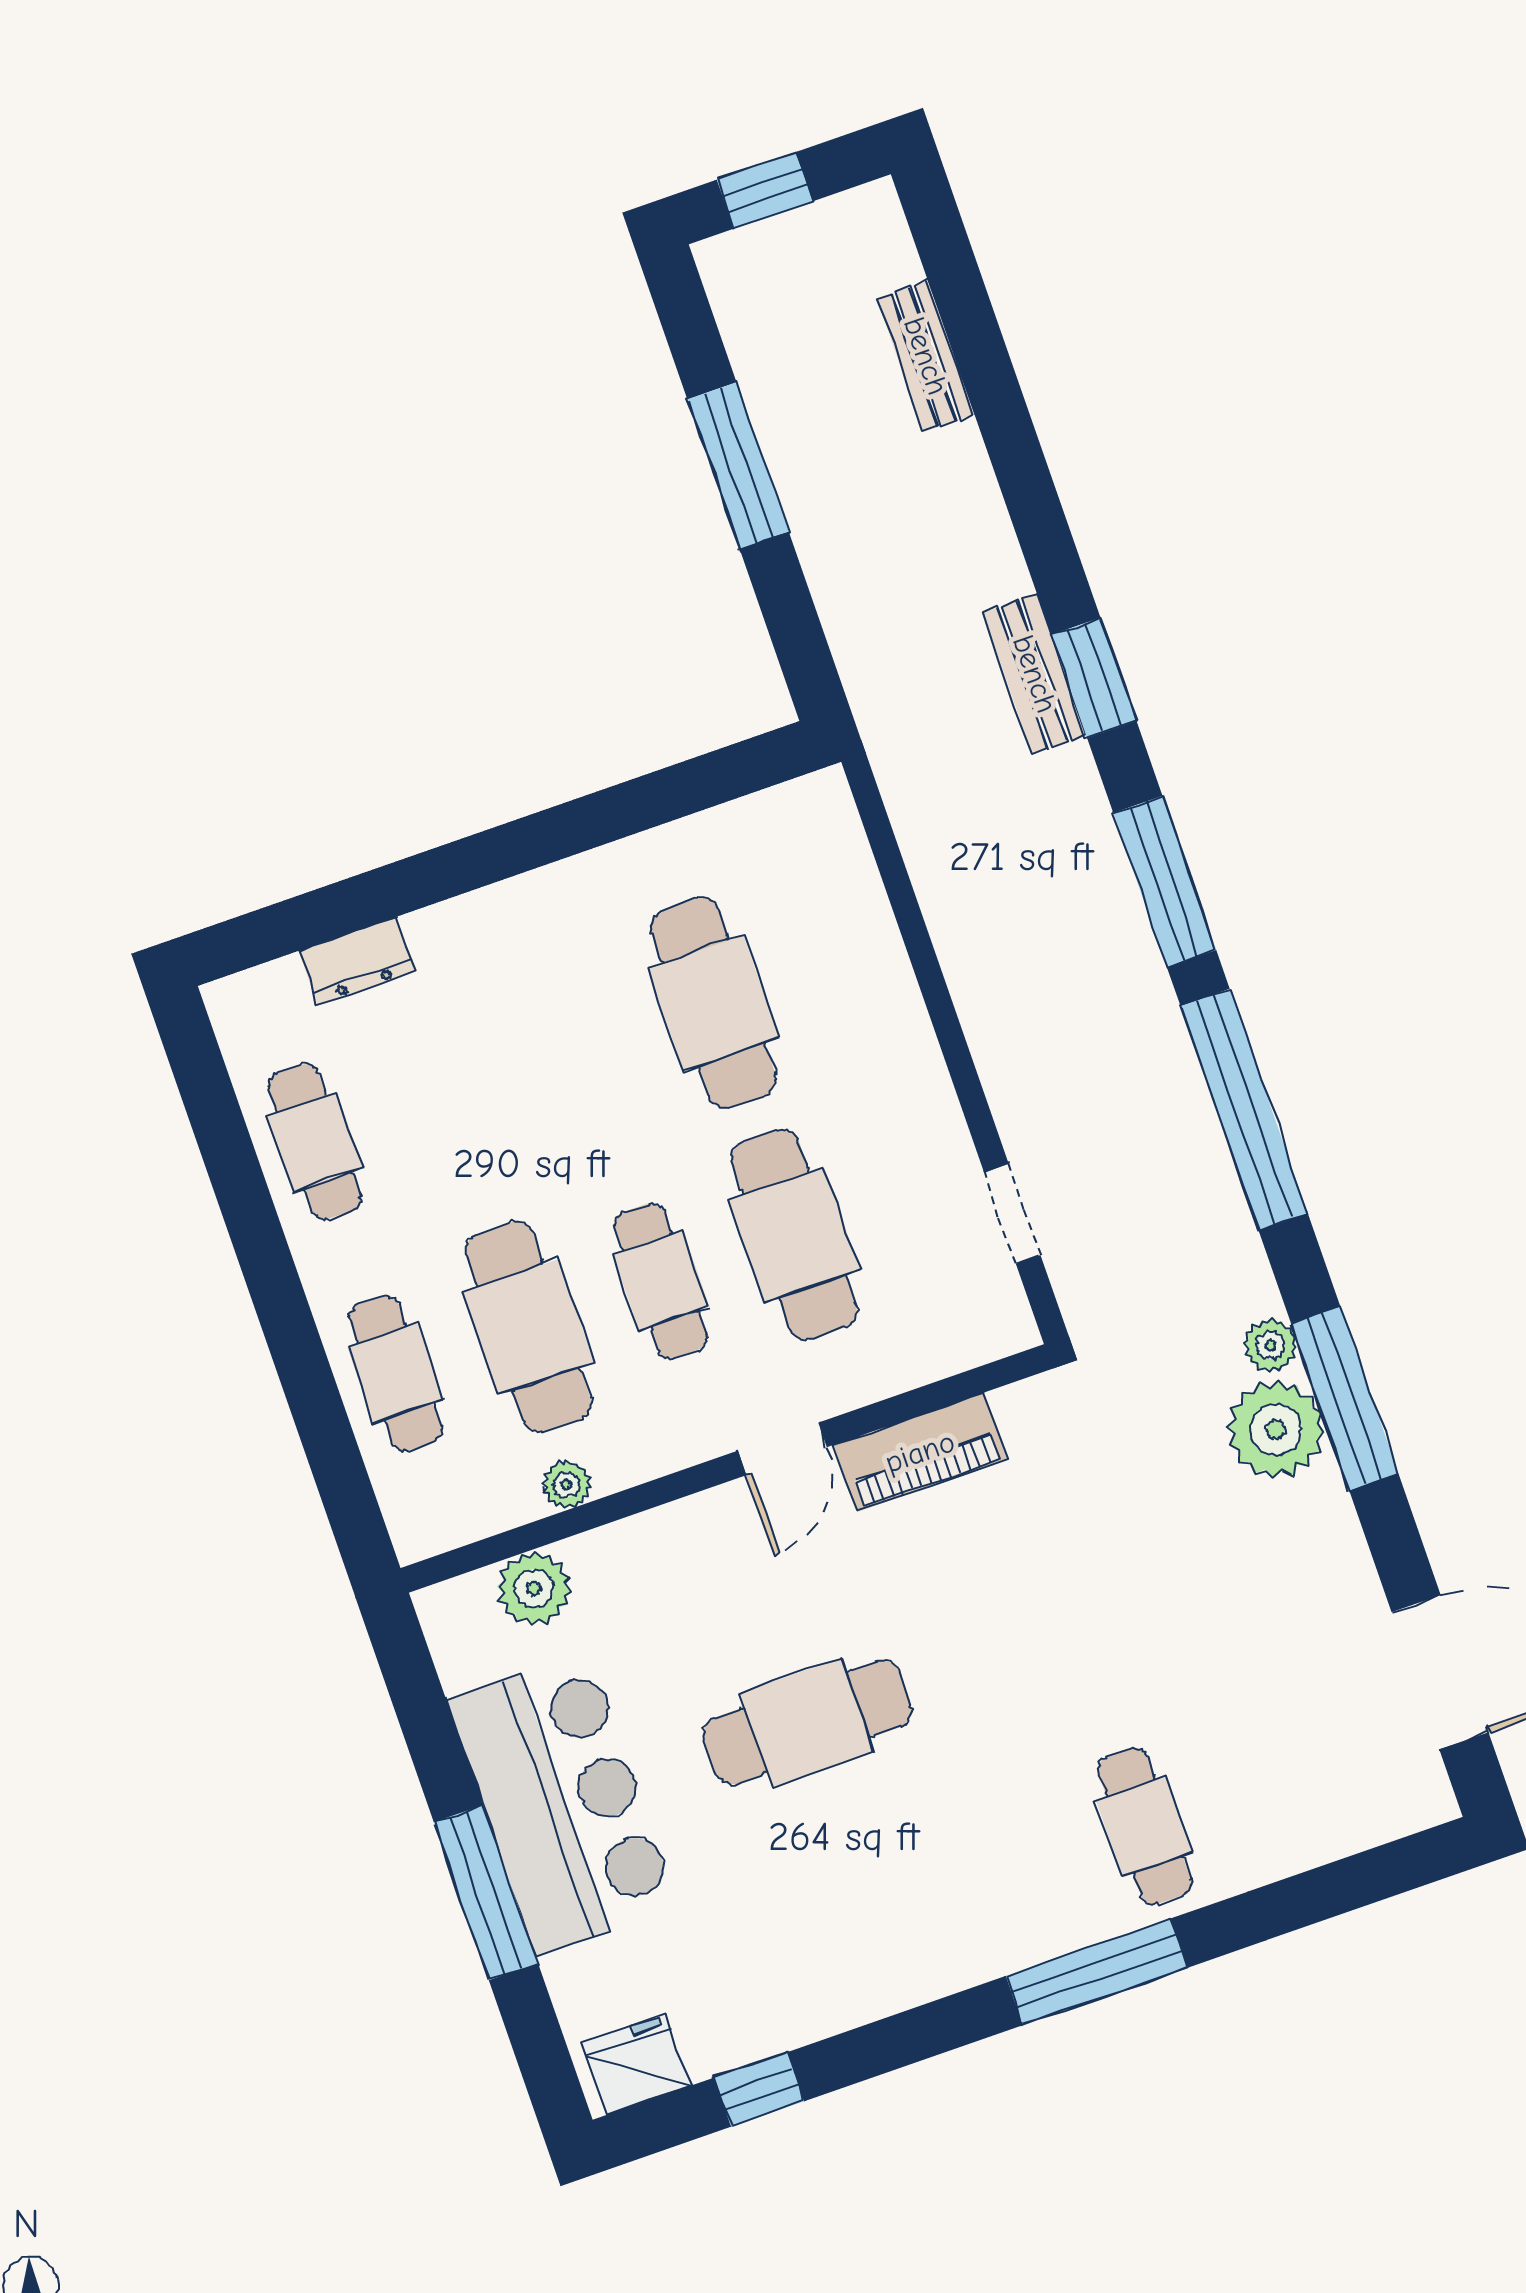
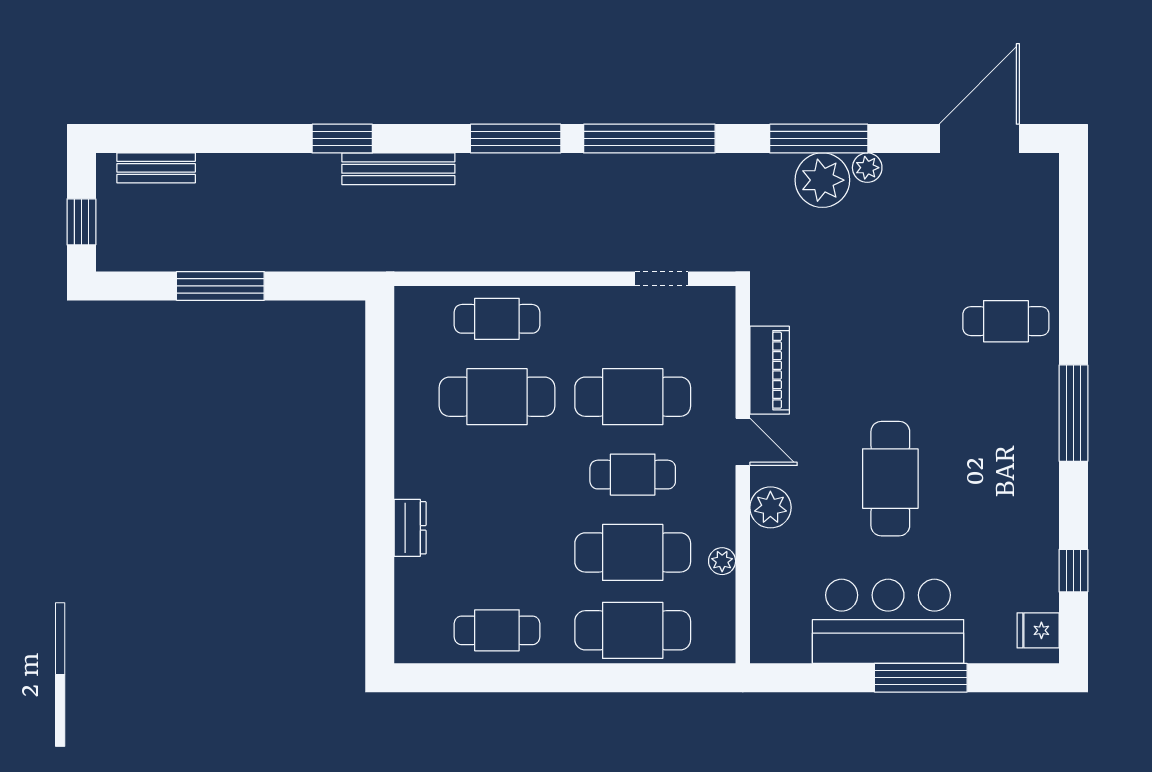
bench: (926, 356) -> (156, 168), moved
bench: (1035, 674) -> (398, 169), width x1.36
window: (1094, 678) -> (342, 139), moved
cafe table: (846, 957) -> (497, 319), added
dresser: (357, 961) -> (410, 528), moved
plant: (1271, 1345) -> (867, 168), moved
cafe table: (395, 1373) -> (633, 630), width x1.37, depth x1.35
plant: (534, 1588) -> (770, 507), moved
window: (1097, 1972) -> (1073, 413), moved
fridge: (636, 2065) -> (1038, 630), width x0.72

